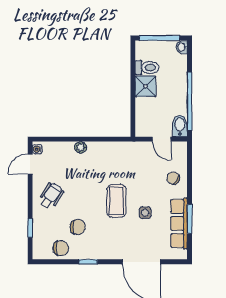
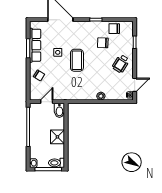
toilet: (147, 68) -> (57, 163), moved
bidet: (180, 126) -> (59, 110), moved
door: (162, 139) -> (47, 102), hinge flipped

